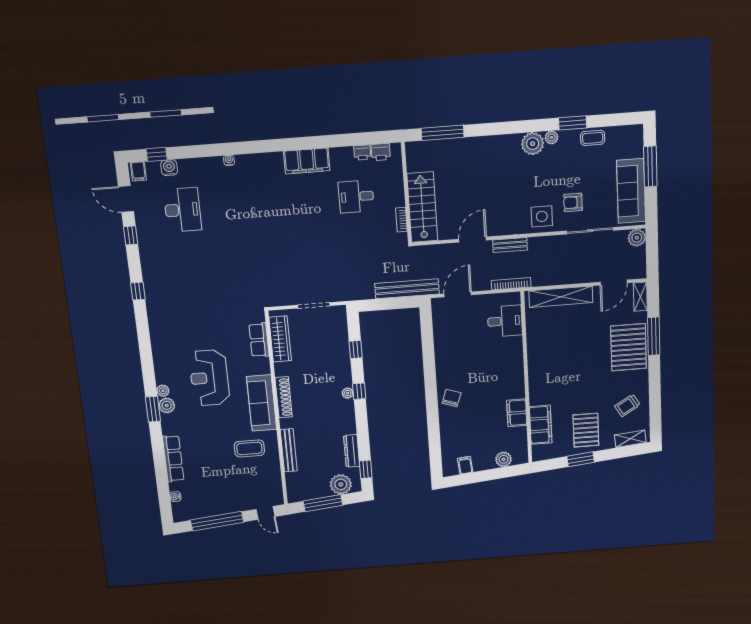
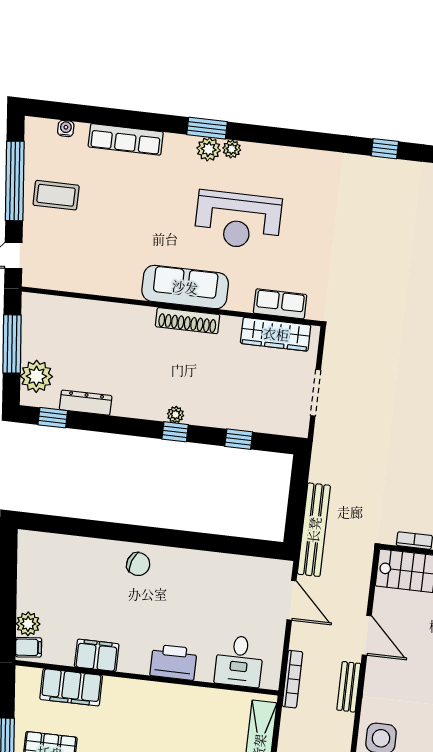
printer: (513, 363) -> (173, 662), added
reception desk: (209, 378) -> (238, 220), turned 180
coffee table: (249, 448) -> (56, 195), moved, turned 90
bench: (289, 450) -> (105, 311), removed
filing cabinet: (465, 465) -> (29, 647), moved

